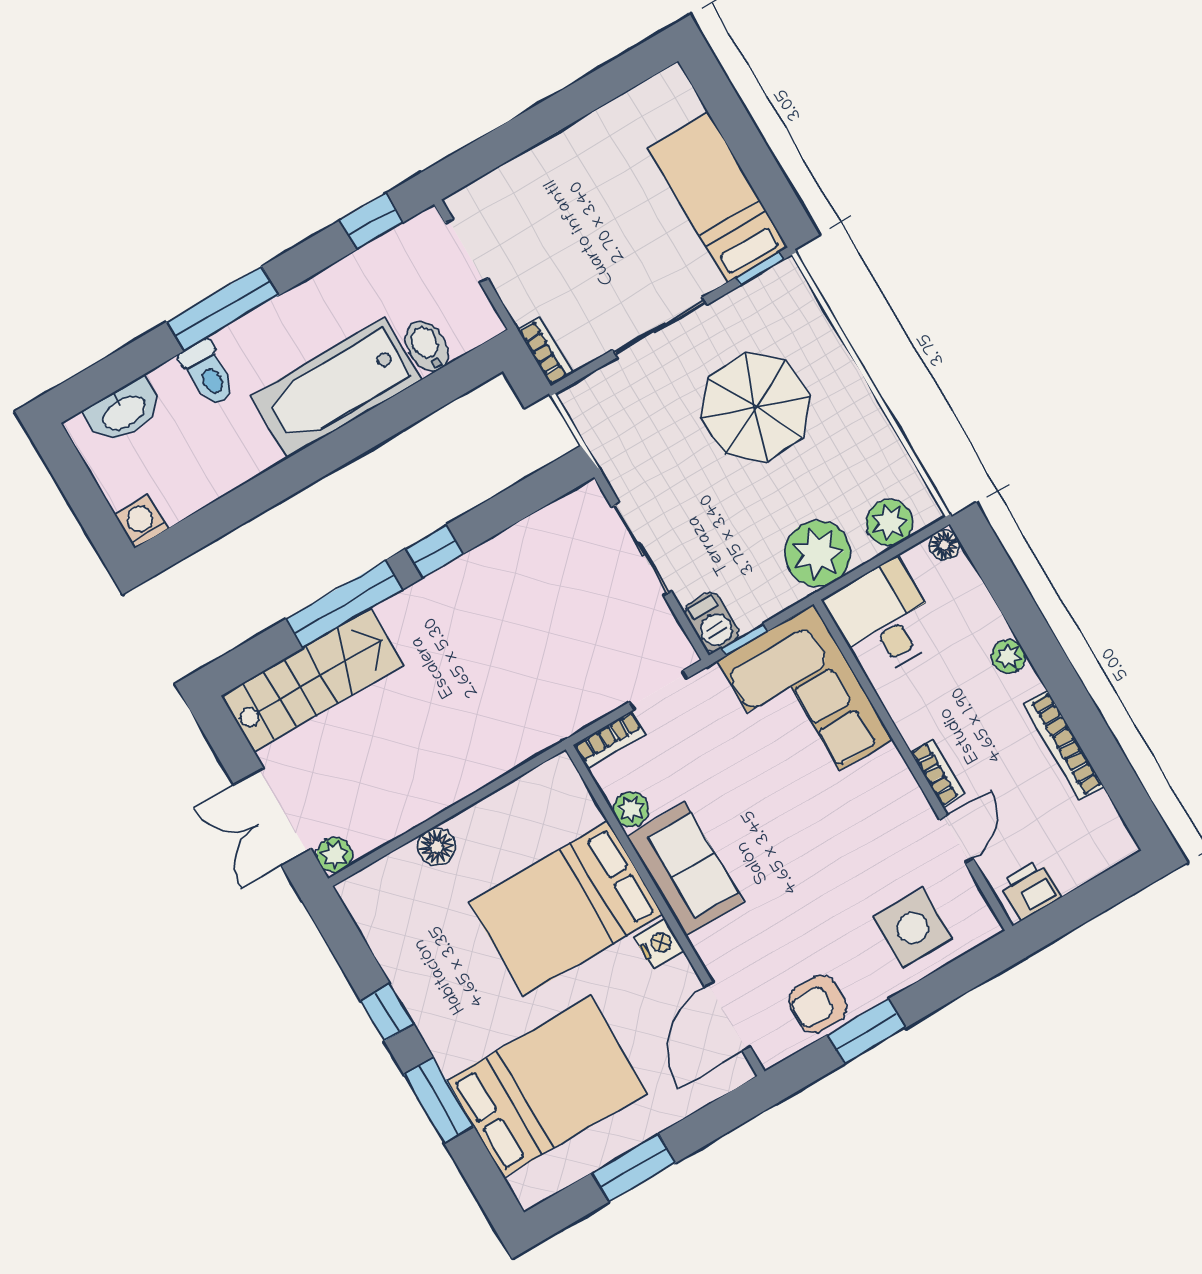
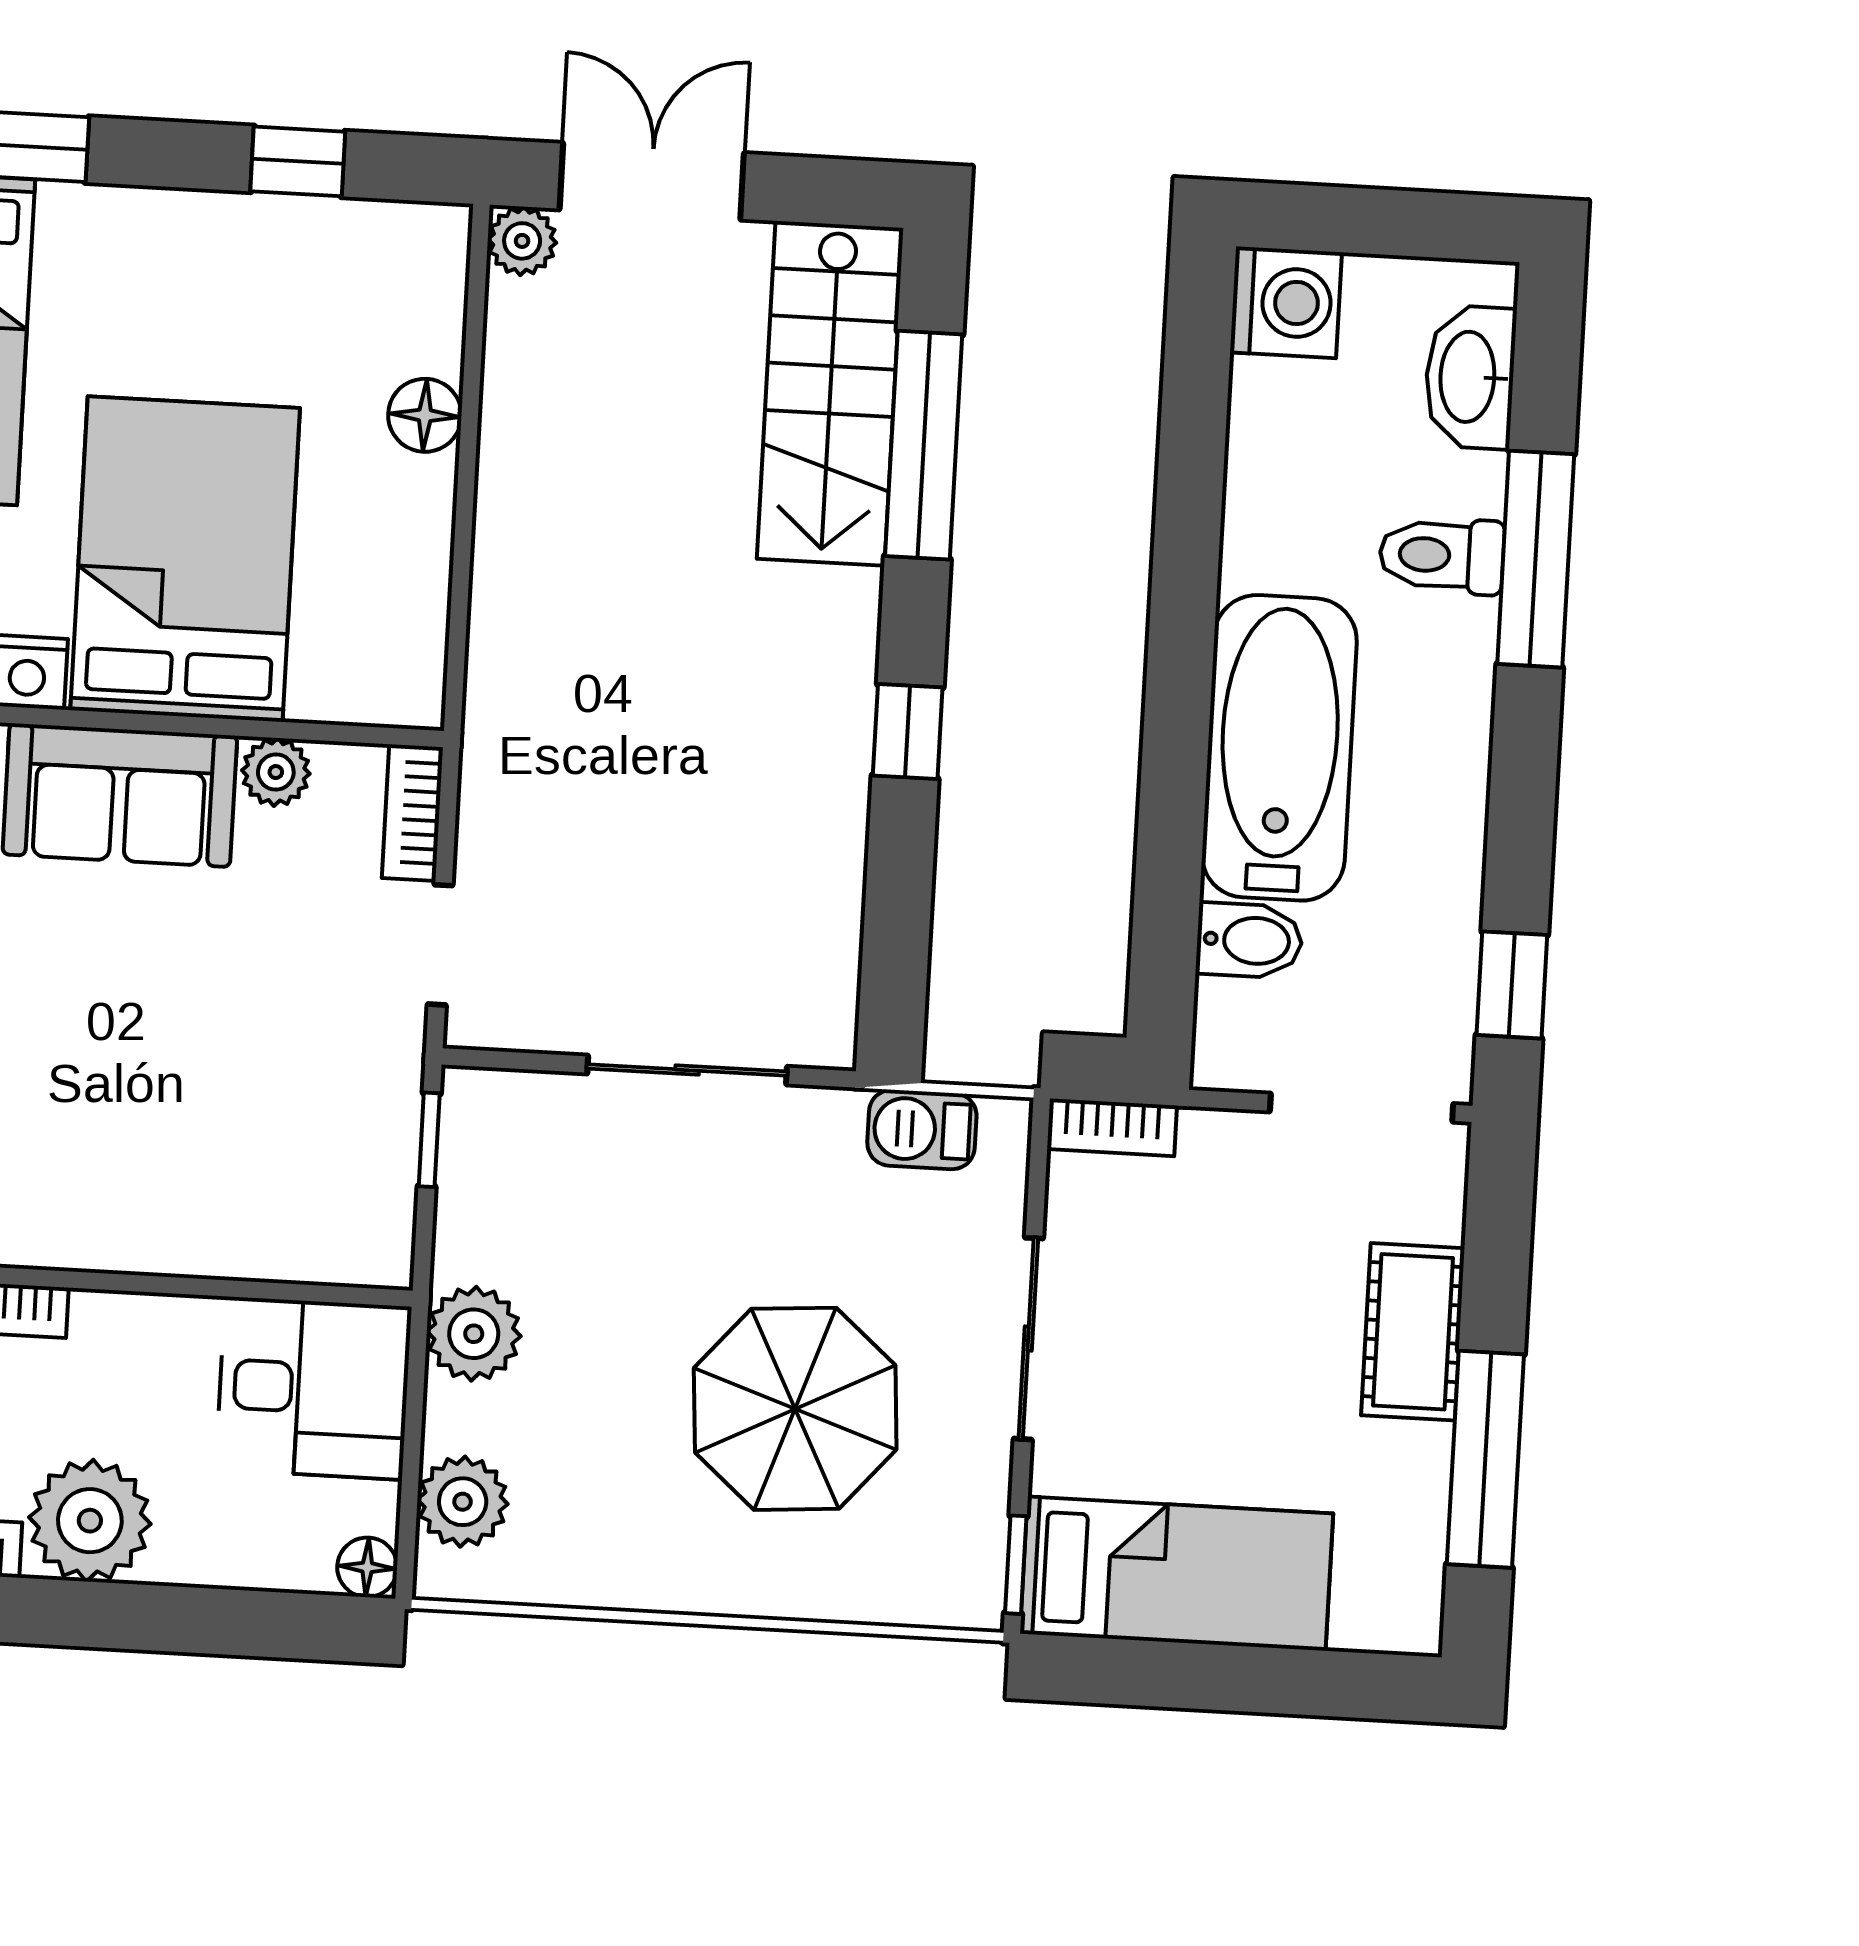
window: (581, 98) -> (1485, 1459), added
cot: (547, 165) -> (1413, 1332), added
doorway: (466, 251) -> (1362, 1108), width x1.38
window: (223, 309) -> (1536, 559), moved
washing machine: (141, 522) -> (1286, 302), width x1.38, depth x1.38
plant: (818, 554) -> (474, 1334), width x0.73, depth x0.73
window: (344, 604) -> (924, 445), moved
barbecue: (712, 622) -> (922, 1129), moved
plant: (1008, 656) -> (90, 1521), width x1.87, depth x1.87
corner sofa: (805, 700) -> (265, 1173), removed
window: (387, 1012) -> (298, 161), moved

